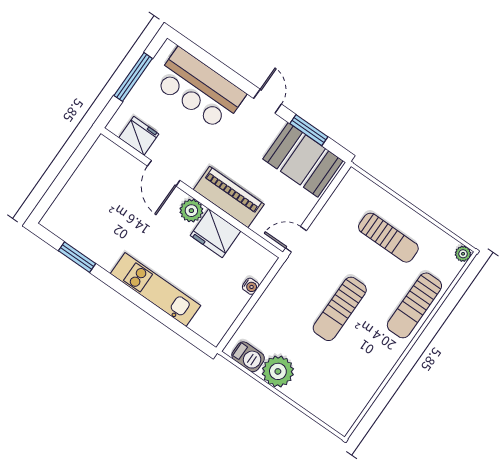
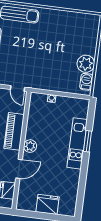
fridge: (216, 233) -> (47, 204), moved, turned -90
window: (77, 257) -> (88, 141), moved
sun lounger: (340, 309) -> (40, 50), removed

